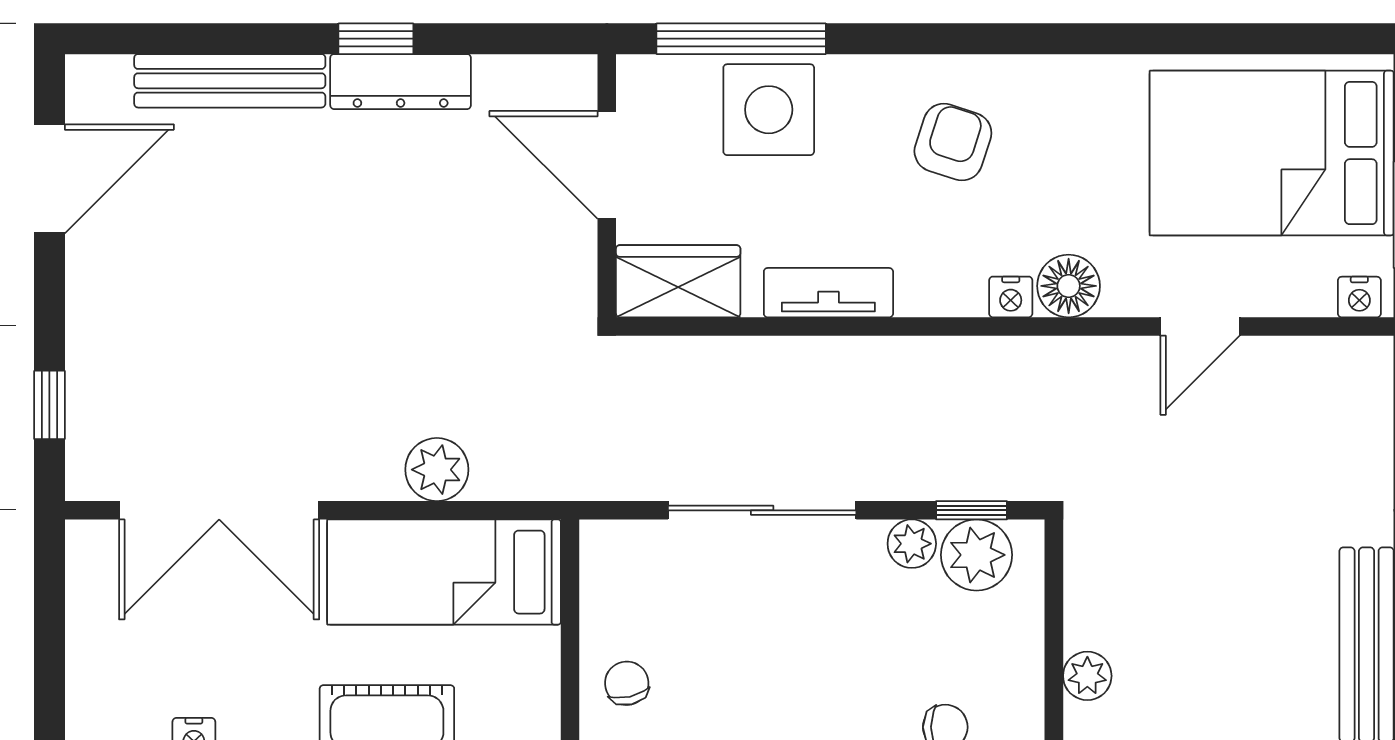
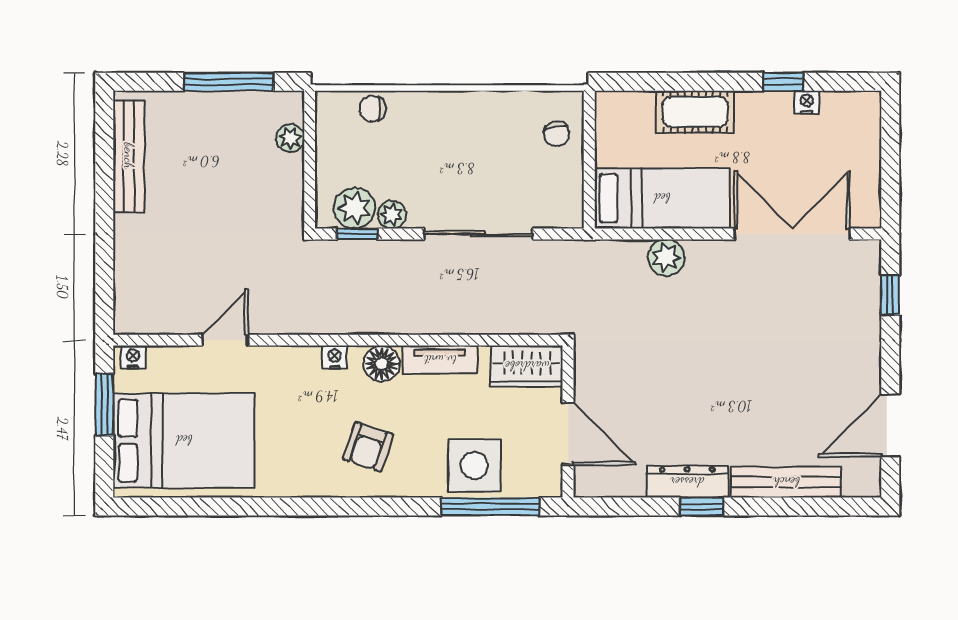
floor lamp: (1069, 286) -> (382, 364), moved

